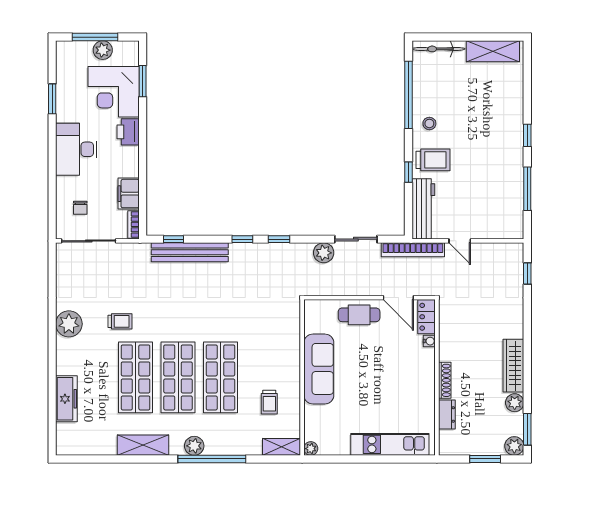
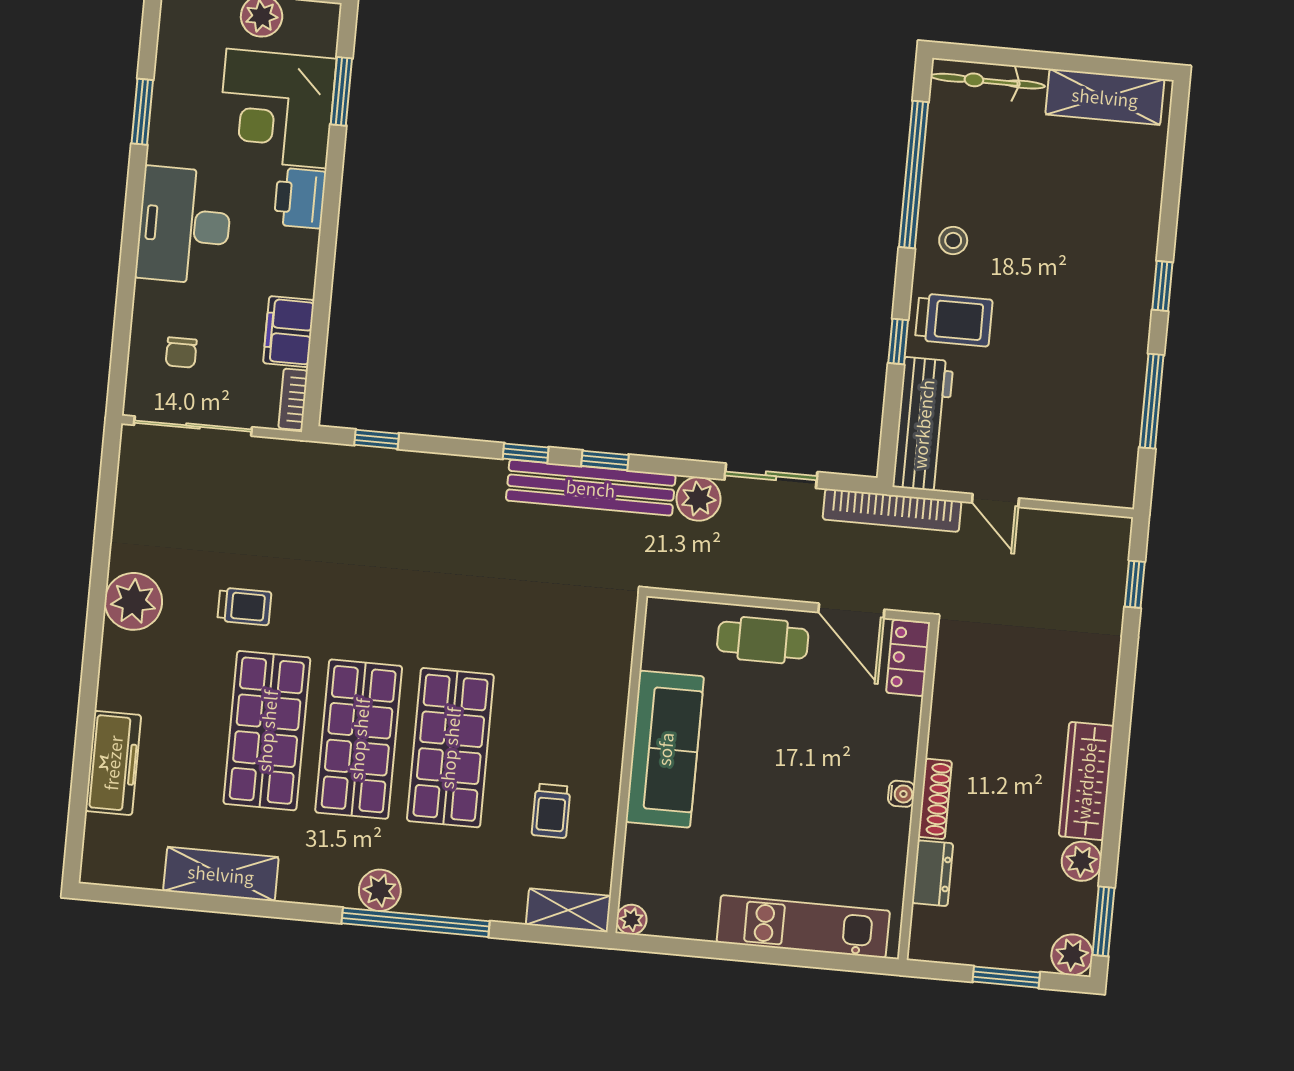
bench: (190, 252) -> (591, 488), moved
water cooler: (429, 341) -> (901, 794), moved
shelving: (143, 445) -> (221, 874), moved

